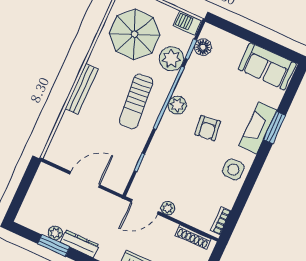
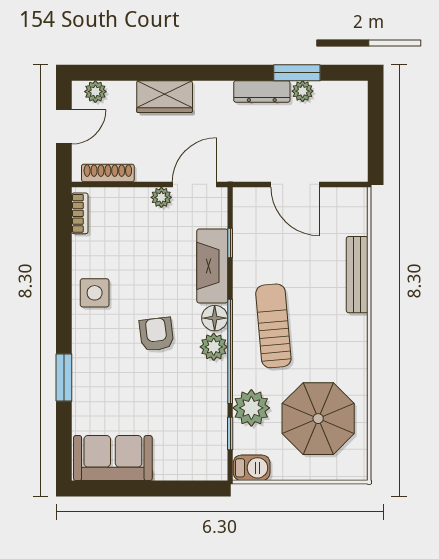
floor lamp: (203, 47) -> (215, 318), moved
bench: (82, 89) -> (357, 275), moved
fireplace: (258, 128) -> (212, 266), moved, turned 180
door: (85, 180) -> (295, 184), hinge flipped

